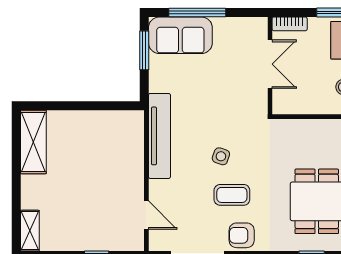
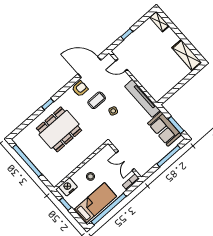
sofa: (180, 35) -> (164, 129), moved, turned -90

